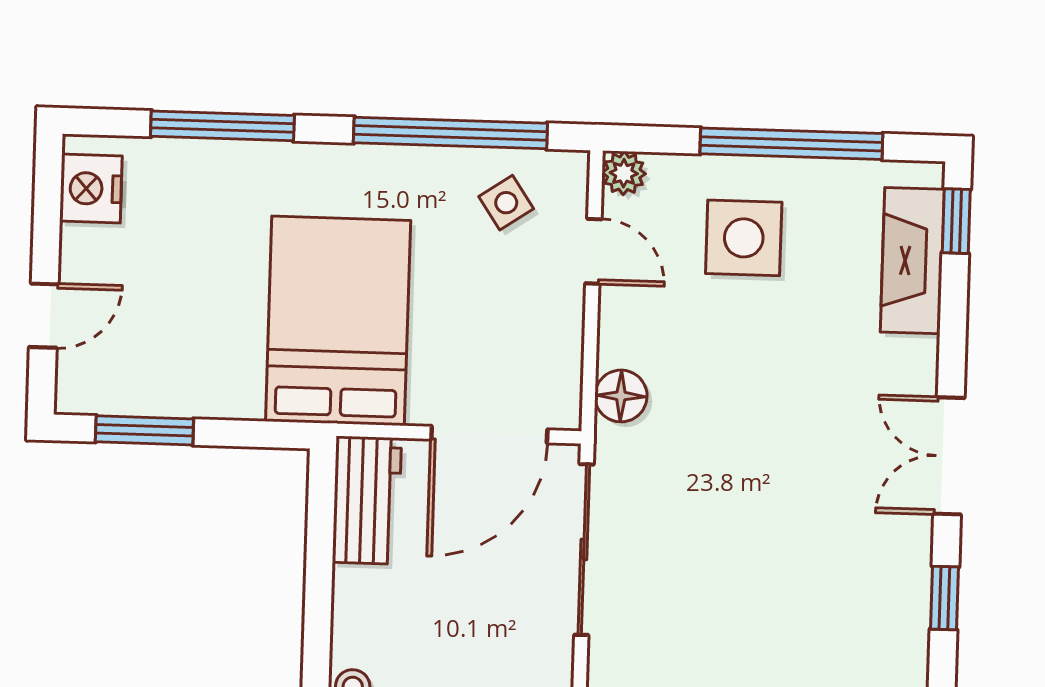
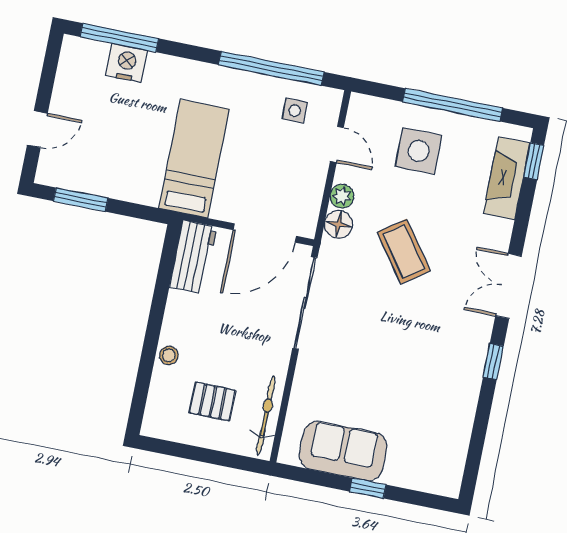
window: (222, 126) -> (119, 38), moved
plant: (624, 173) -> (342, 196), moved
nightstand: (91, 188) -> (127, 63), moved, turned 90
side table: (506, 203) -> (295, 111), turned 34
bed: (338, 321) -> (194, 159), width x0.67
coffee table: (748, 425) -> (404, 251), added

